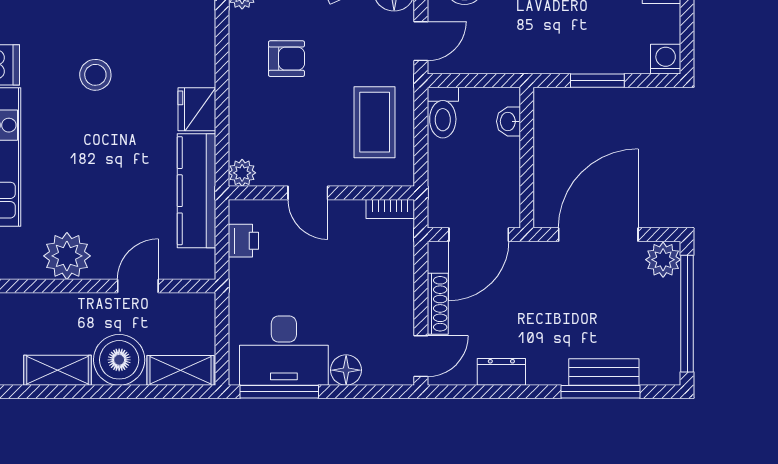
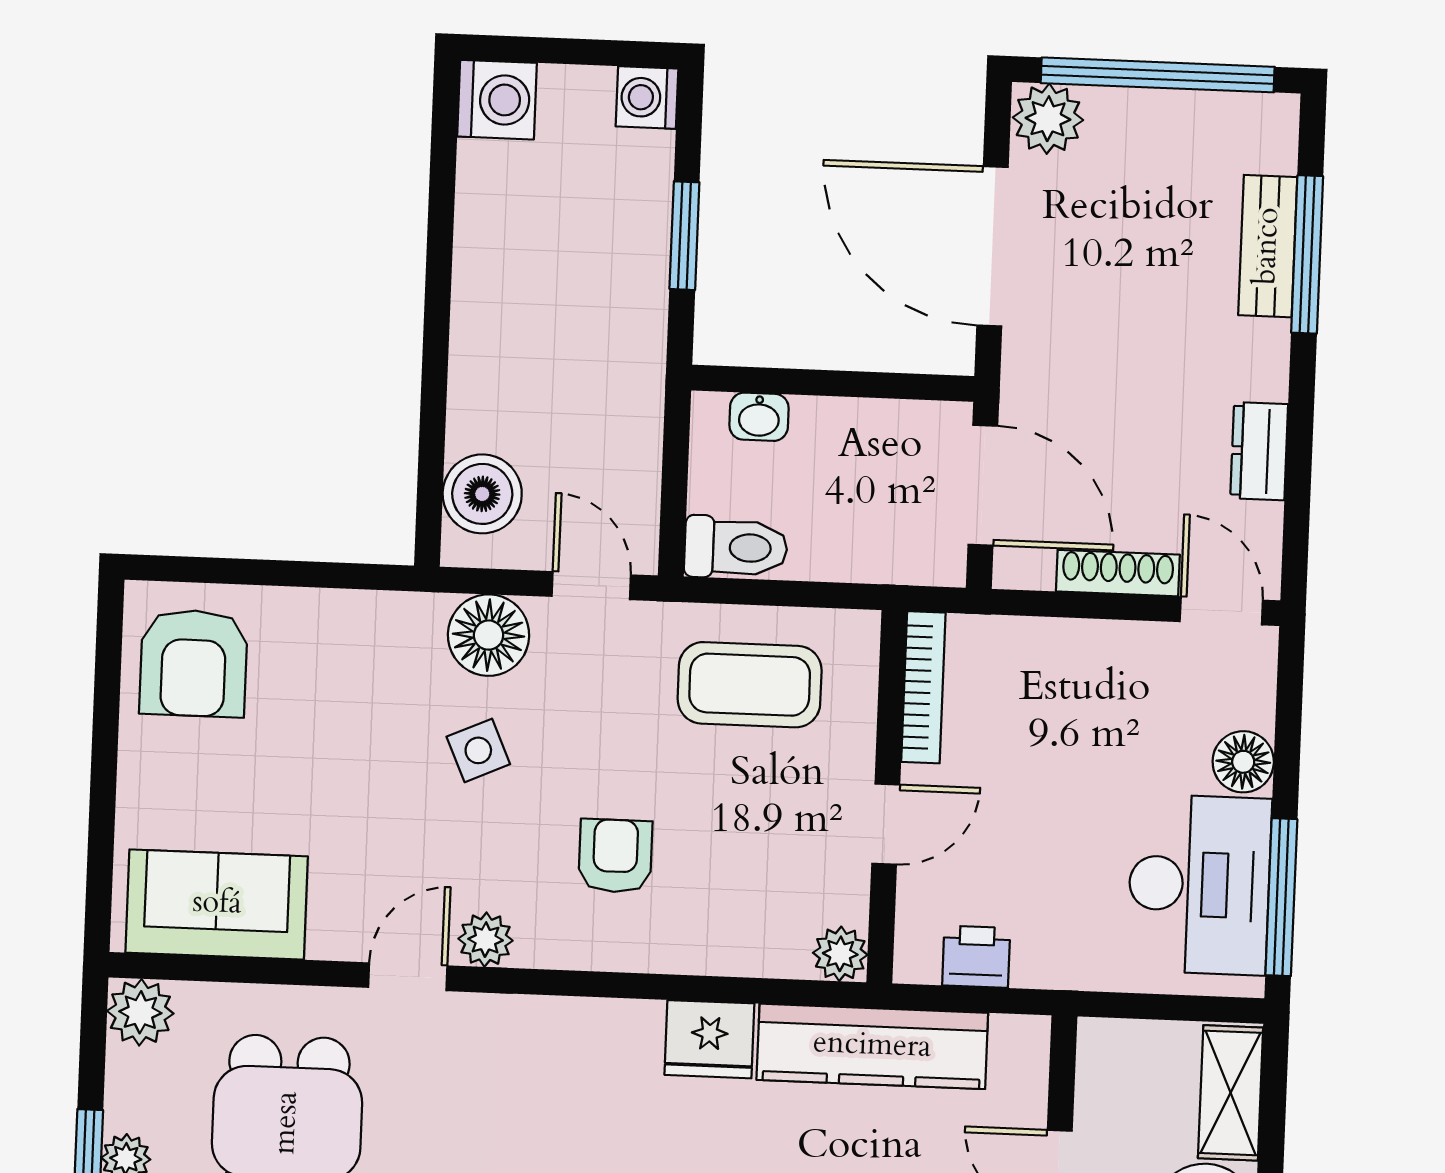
bookcase: (390, 209) -> (923, 687), width x1.56

